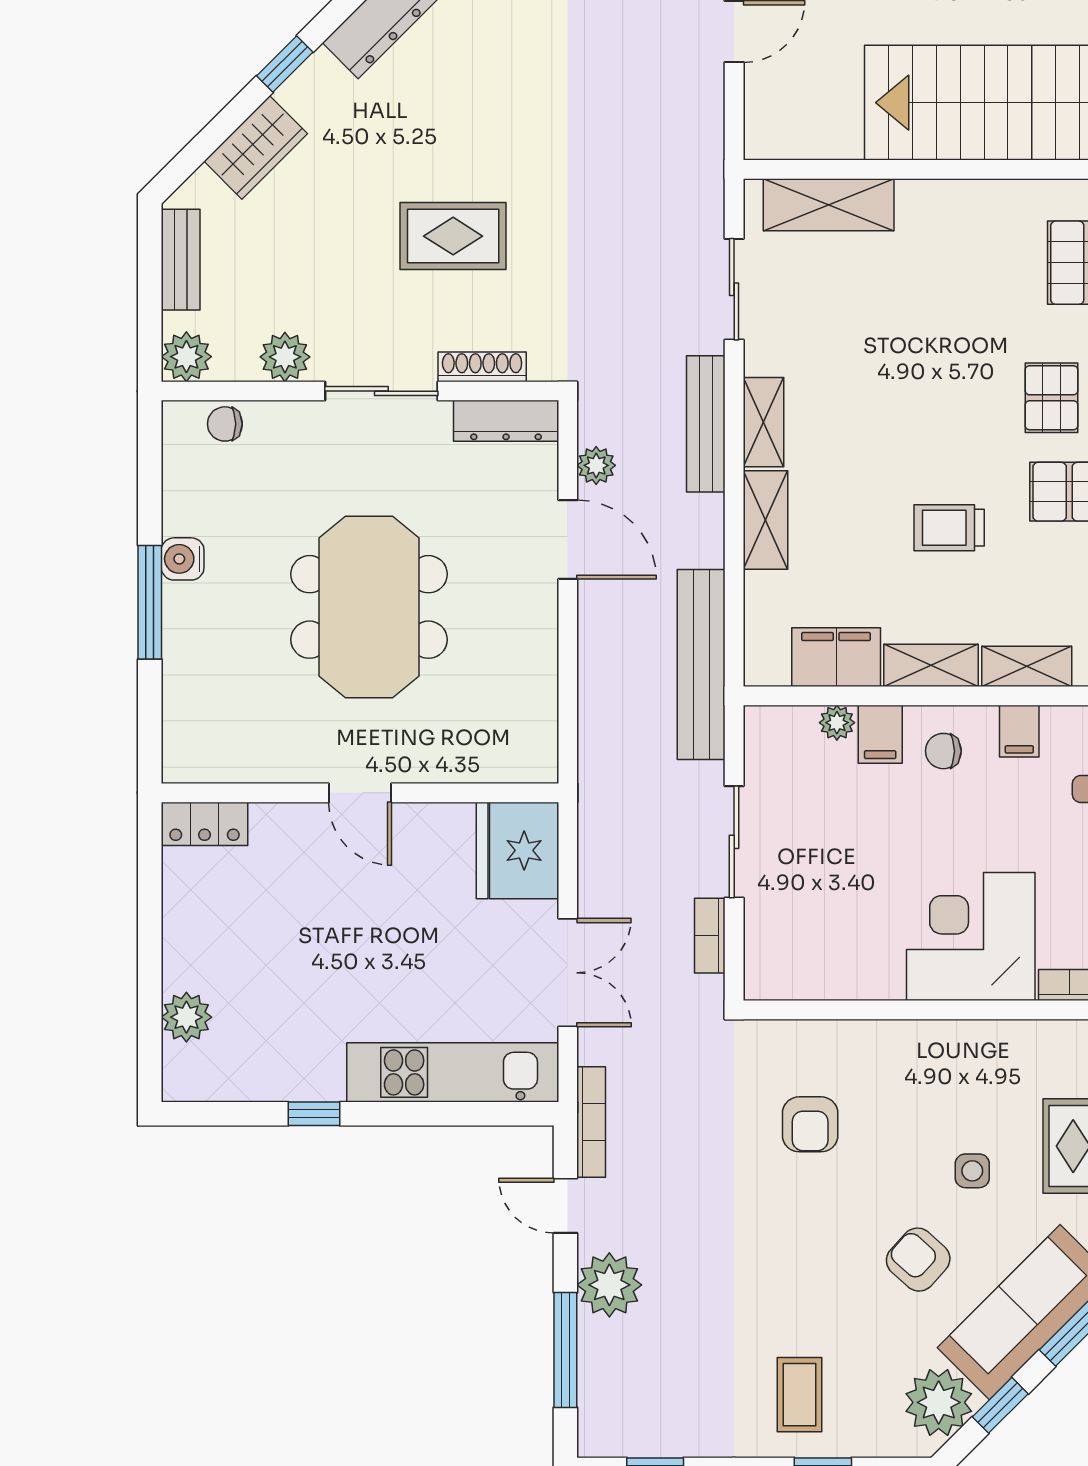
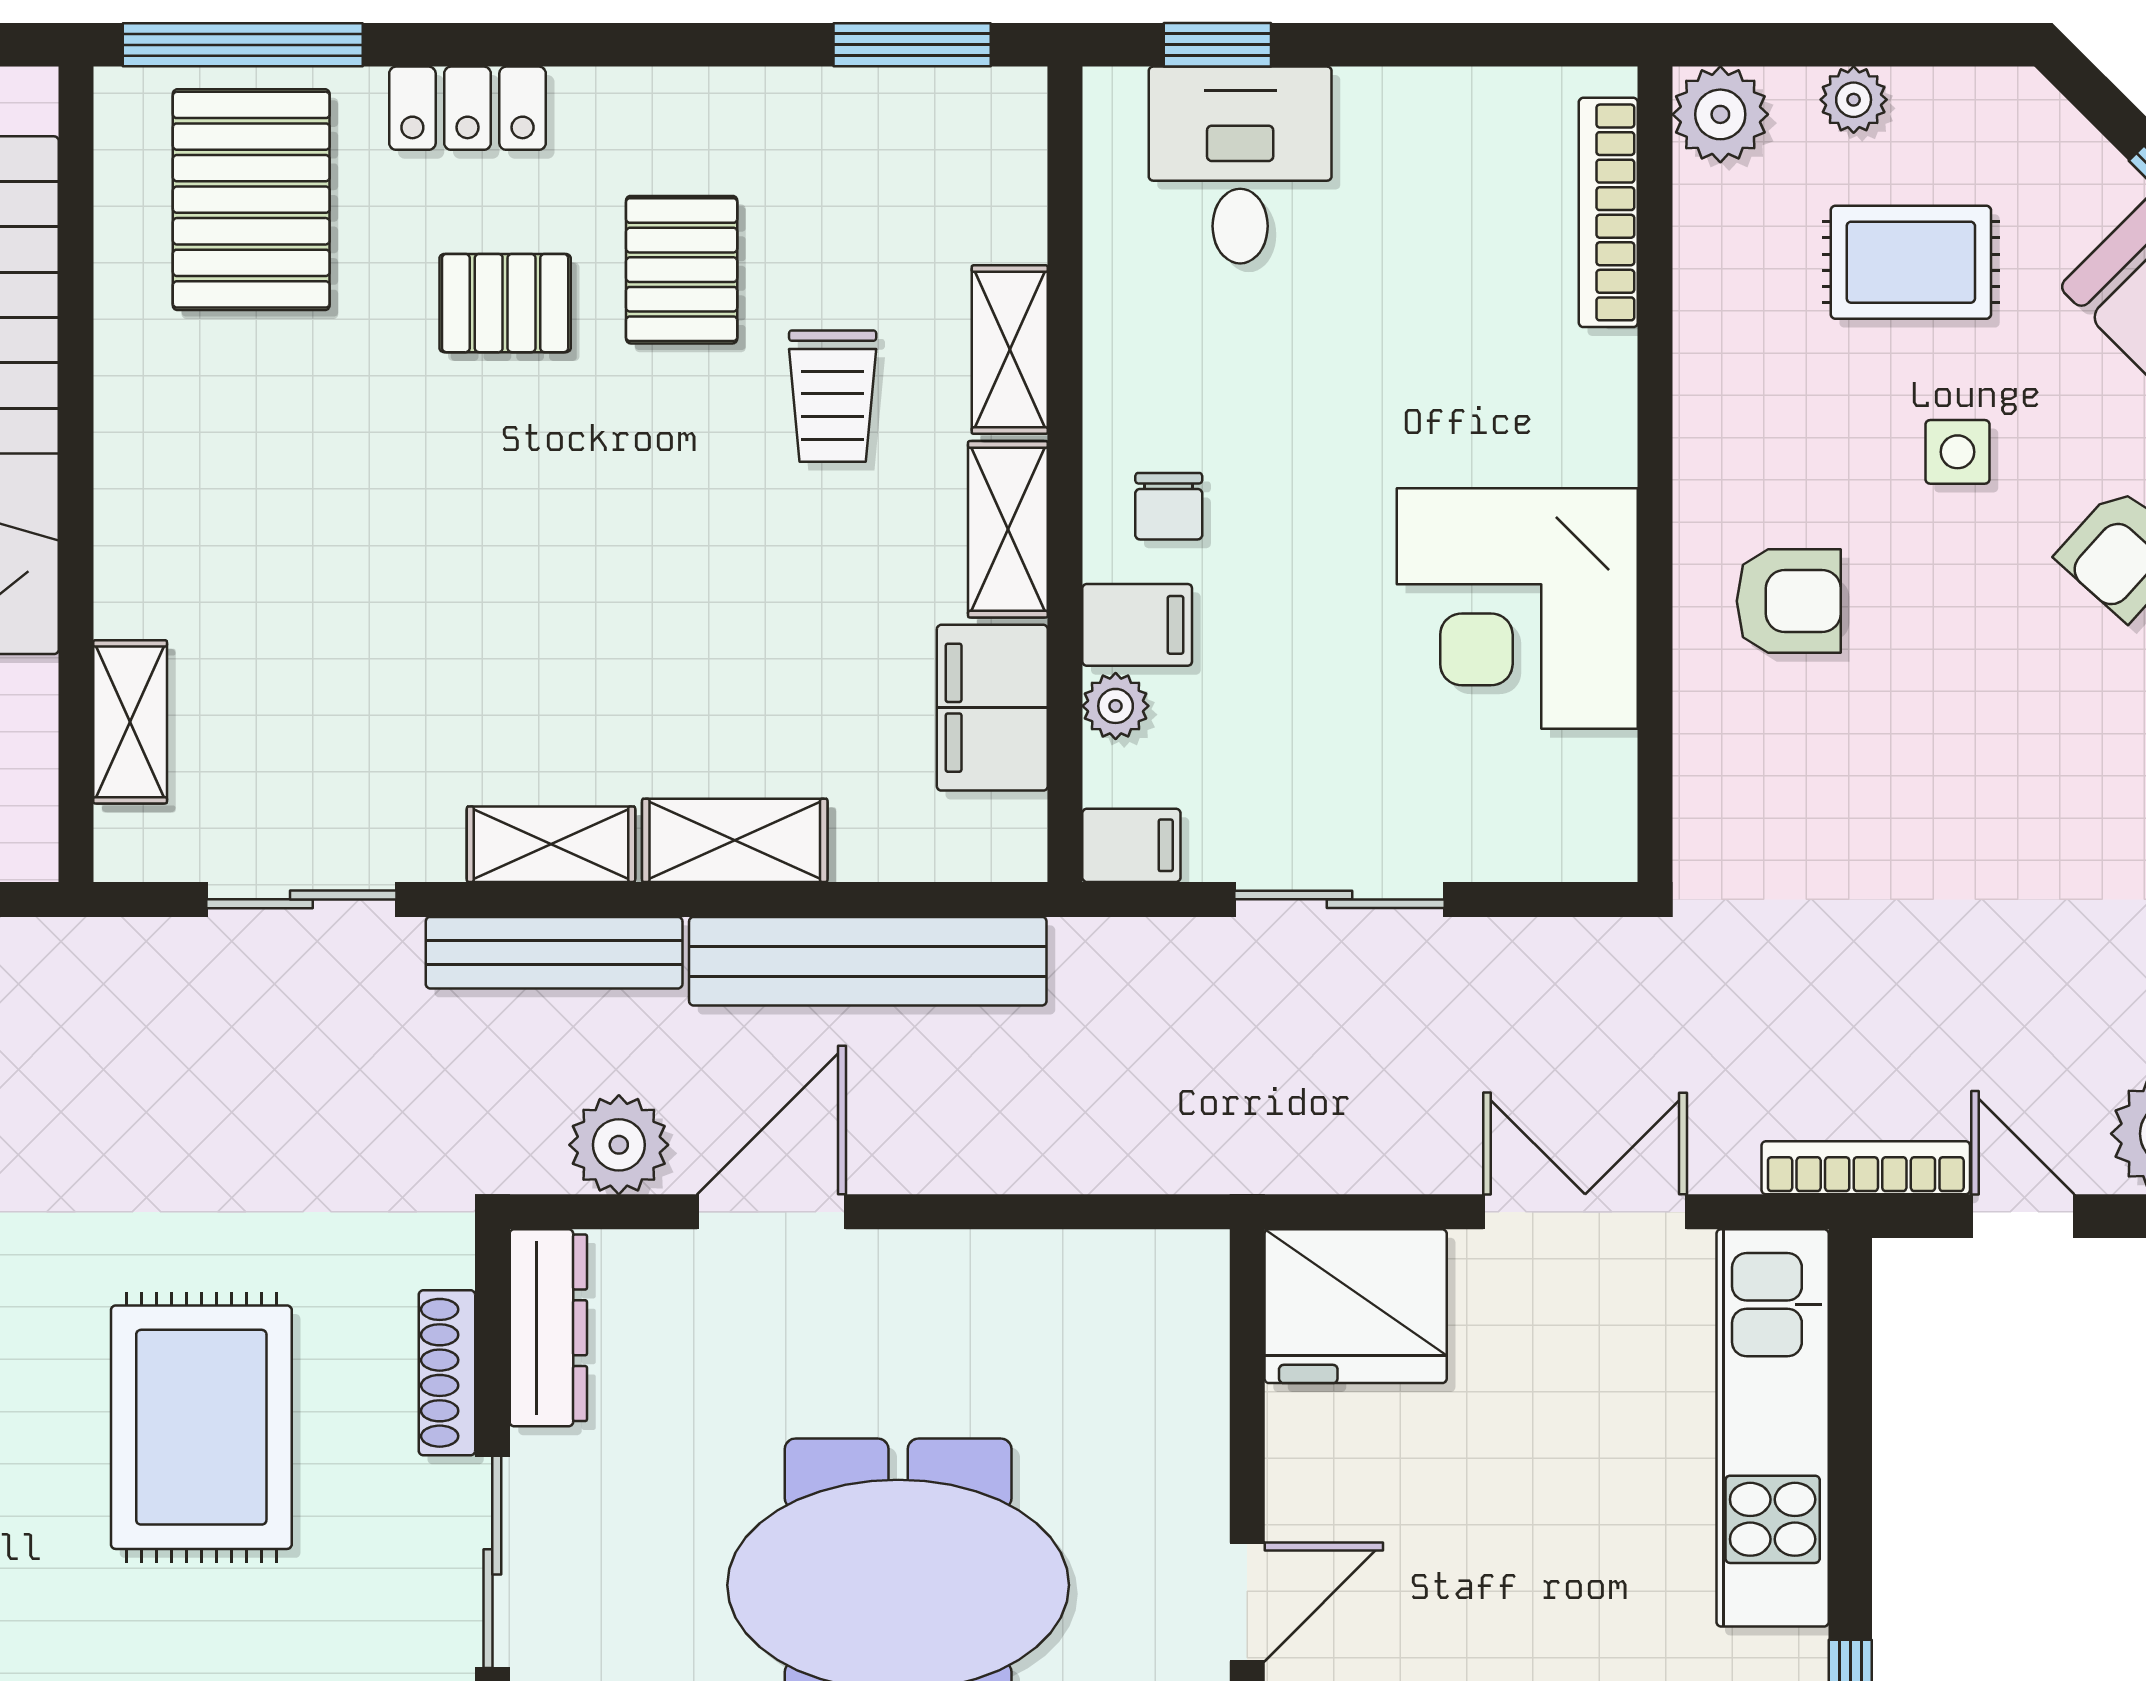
shelving: (829, 205) -> (130, 722), width x0.67, depth x0.75
rug: (453, 236) -> (201, 1427), width x1.36, depth x1.43
plant: (596, 465) -> (619, 1145), width x1.38, depth x1.38
trolley: (949, 528) -> (833, 396), moved
bench: (701, 665) -> (868, 961), moved
filing cabinet: (1019, 731) -> (1131, 845), moved
bookcase: (710, 936) -> (1515, 945), removed
corner desk: (971, 937) -> (1517, 608), moved
armchair: (810, 1124) -> (1789, 601), moved
door: (565, 1206) -> (2023, 1216), swing flipped

